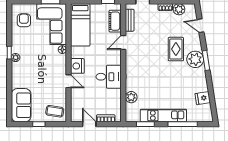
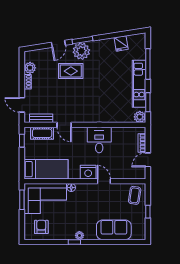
armchair: (24, 20) -> (41, 227), turned 90
door: (201, 26) -> (58, 44), moved
door: (68, 81) -> (104, 181), hinge flipped
plant: (131, 97) -> (140, 117), moved
sofa: (21, 105) -> (114, 230), moved

